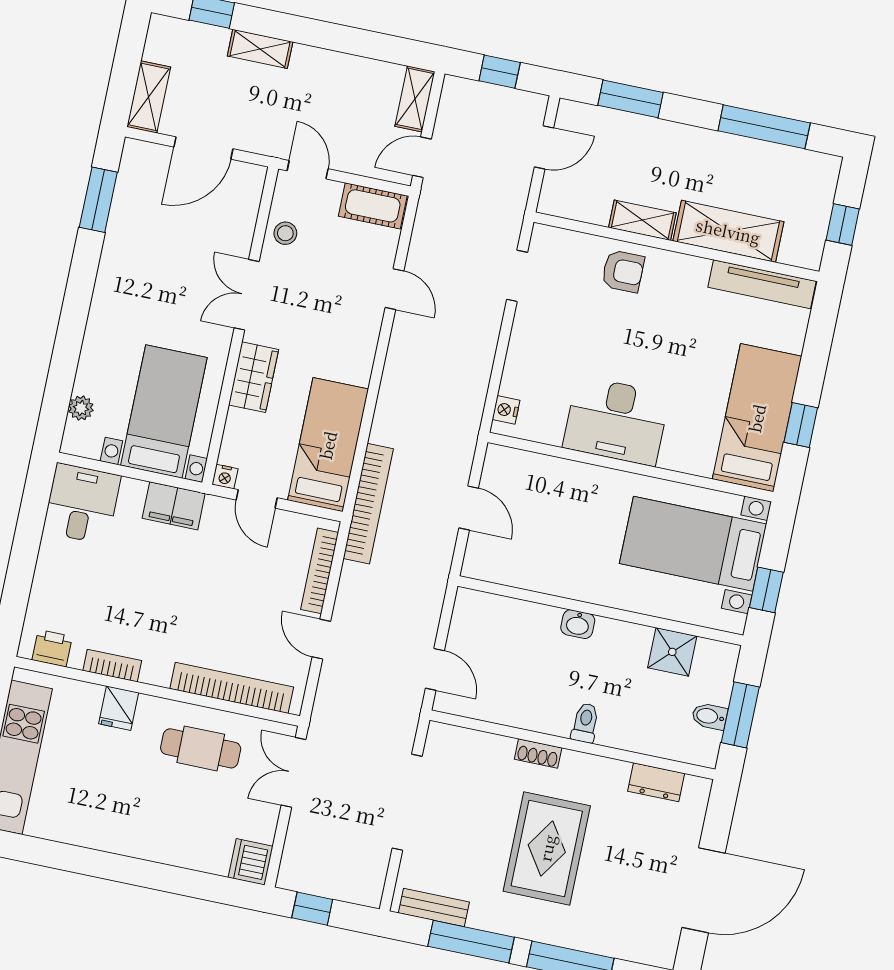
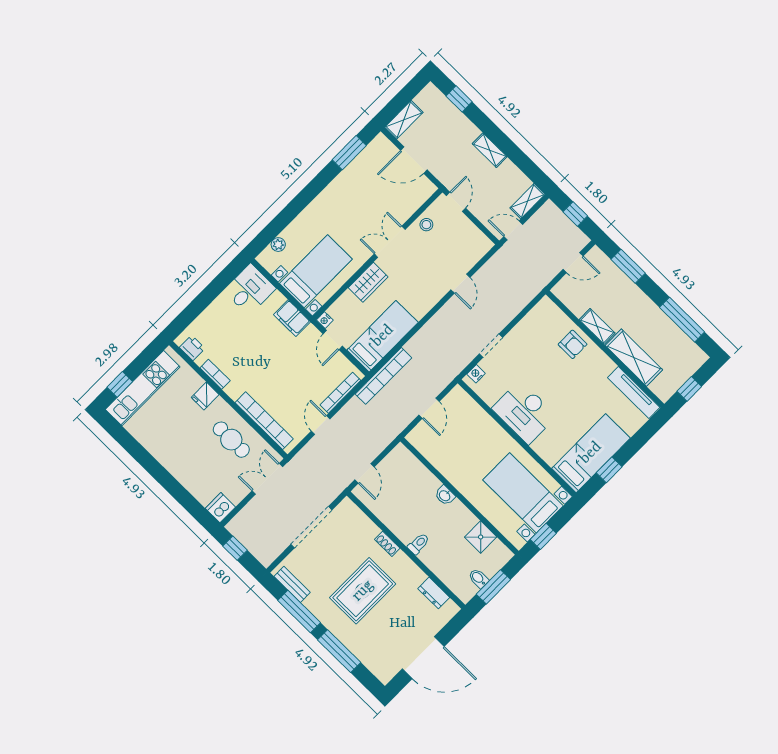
shelving: (260, 49) -> (490, 150), moved
cot: (373, 206) -> (475, 238), removed
doorway: (517, 276) -> (491, 346), moved

